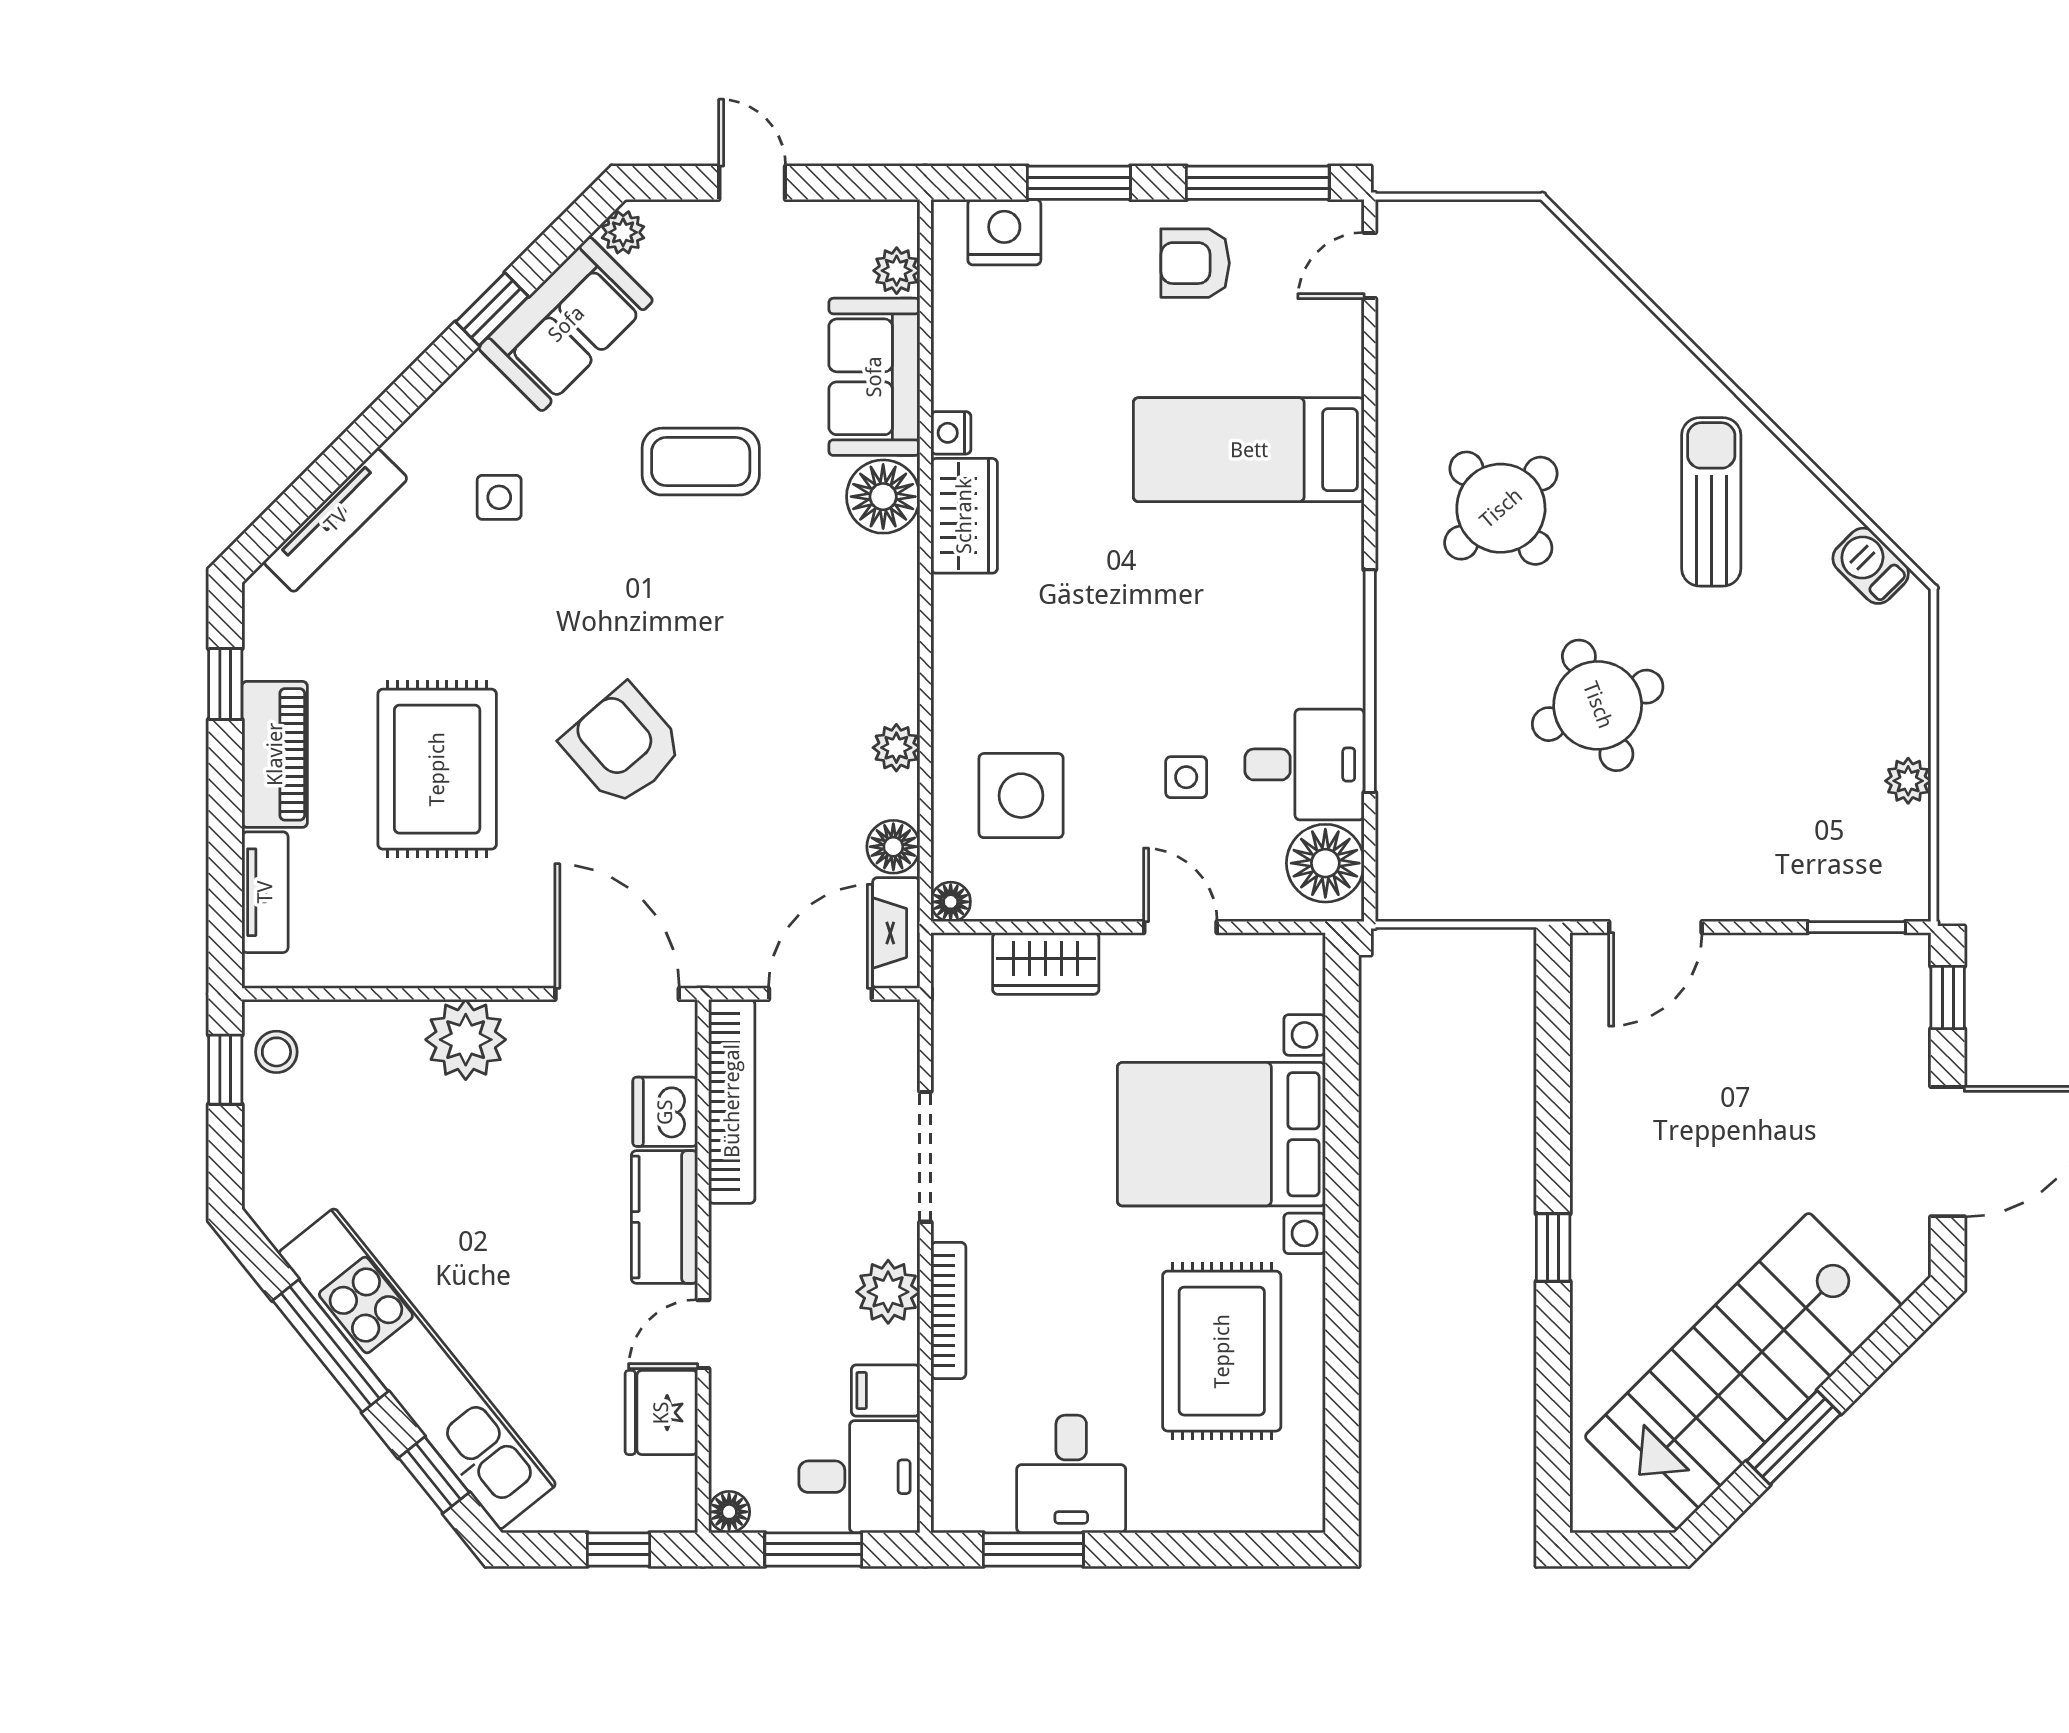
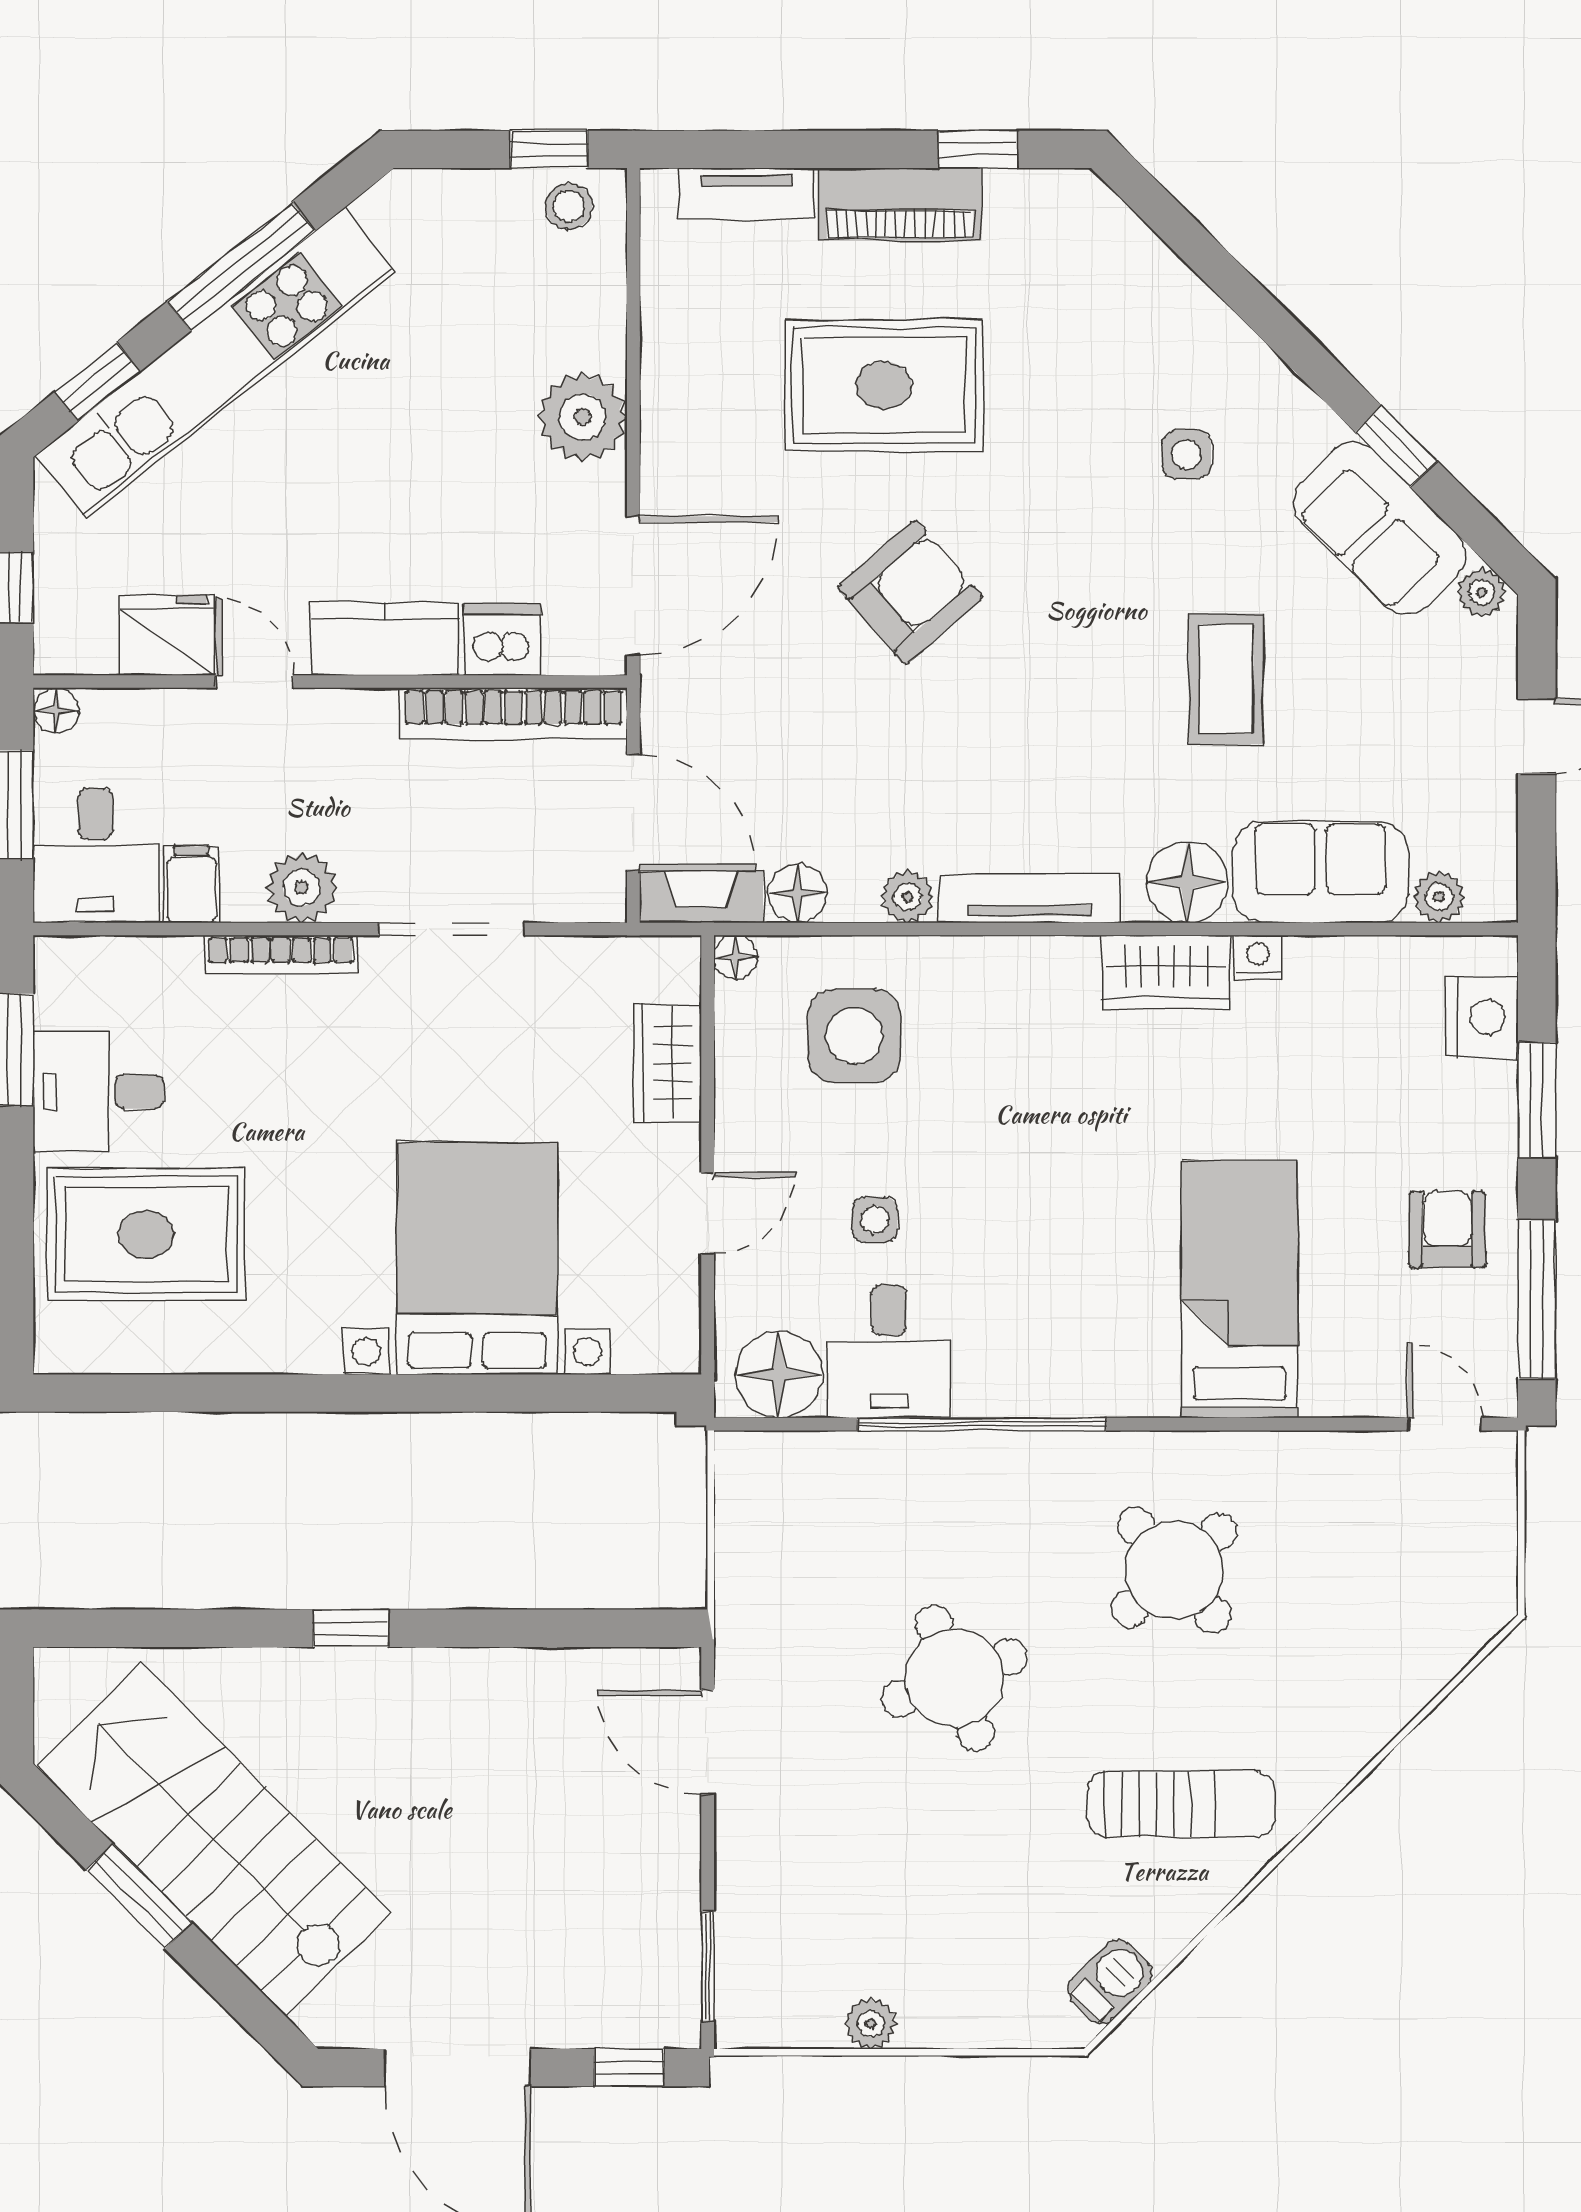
tv unit: (336, 520) -> (1029, 898), moved, turned 135
rug: (1222, 1351) -> (146, 1234), moved

